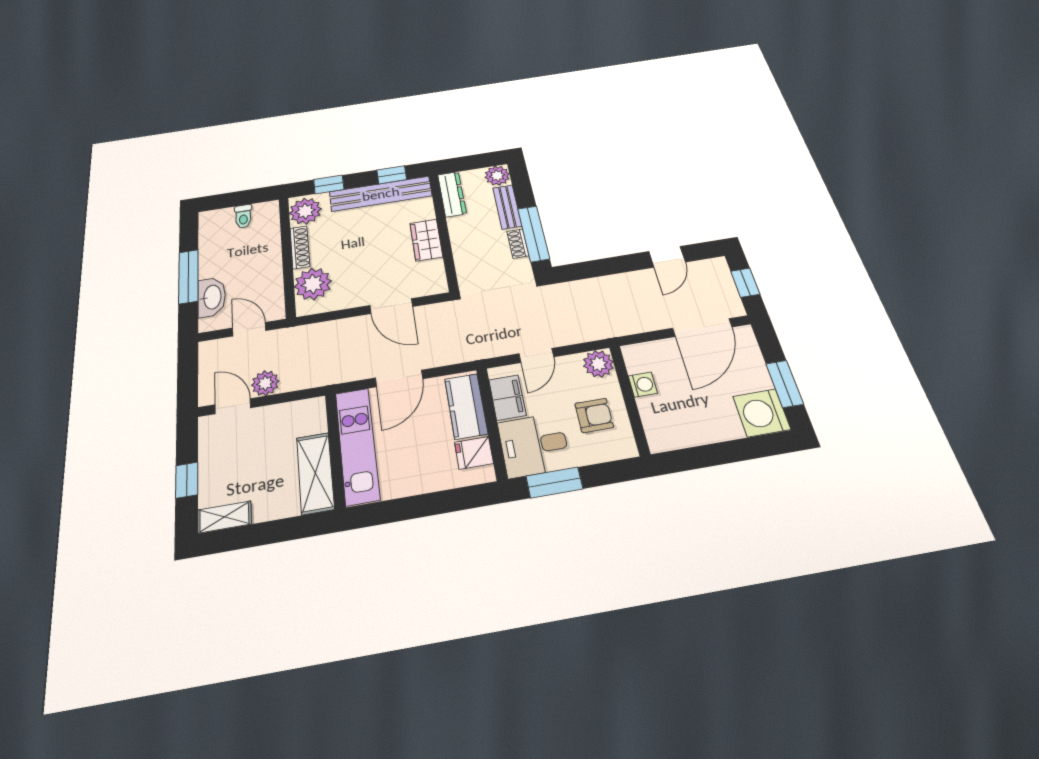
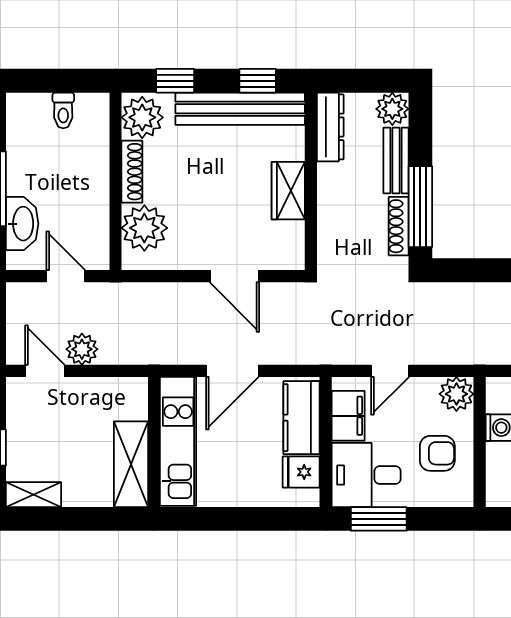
shoe rack: (518, 244) -> (399, 226), width x1.43

